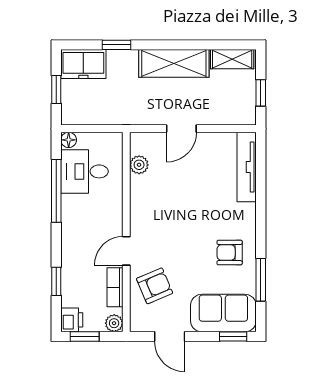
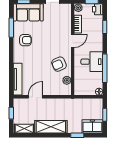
door: (181, 129) -> (35, 97), moved
desk: (84, 171) -> (92, 62), moved
armchair: (155, 286) -> (59, 64), moved

